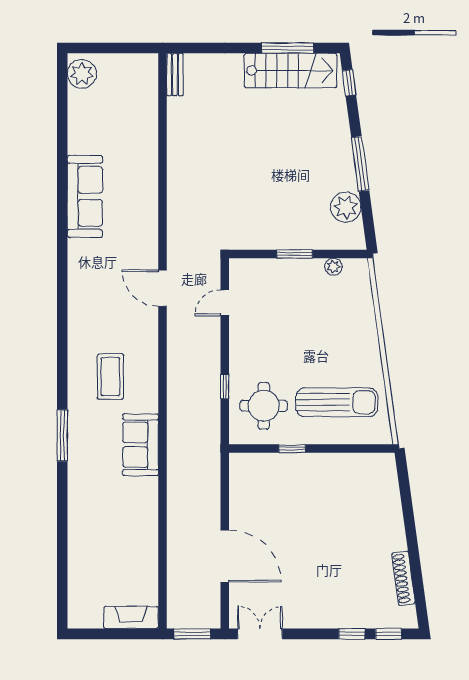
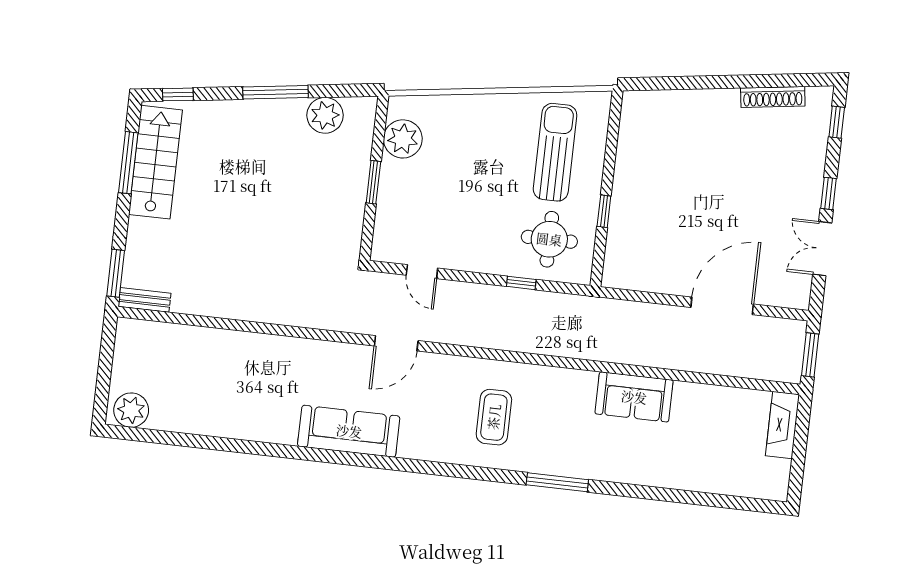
window: (194, 48) -> (116, 273), added
sofa: (85, 196) -> (349, 431), moved
plant: (333, 267) -> (403, 139), width x1.87, depth x1.87
coffee table: (110, 376) -> (494, 417), turned 90
sofa: (141, 445) -> (634, 397), moved
double door: (260, 634) -> (822, 249), moved
window: (352, 634) -> (829, 193), moved

